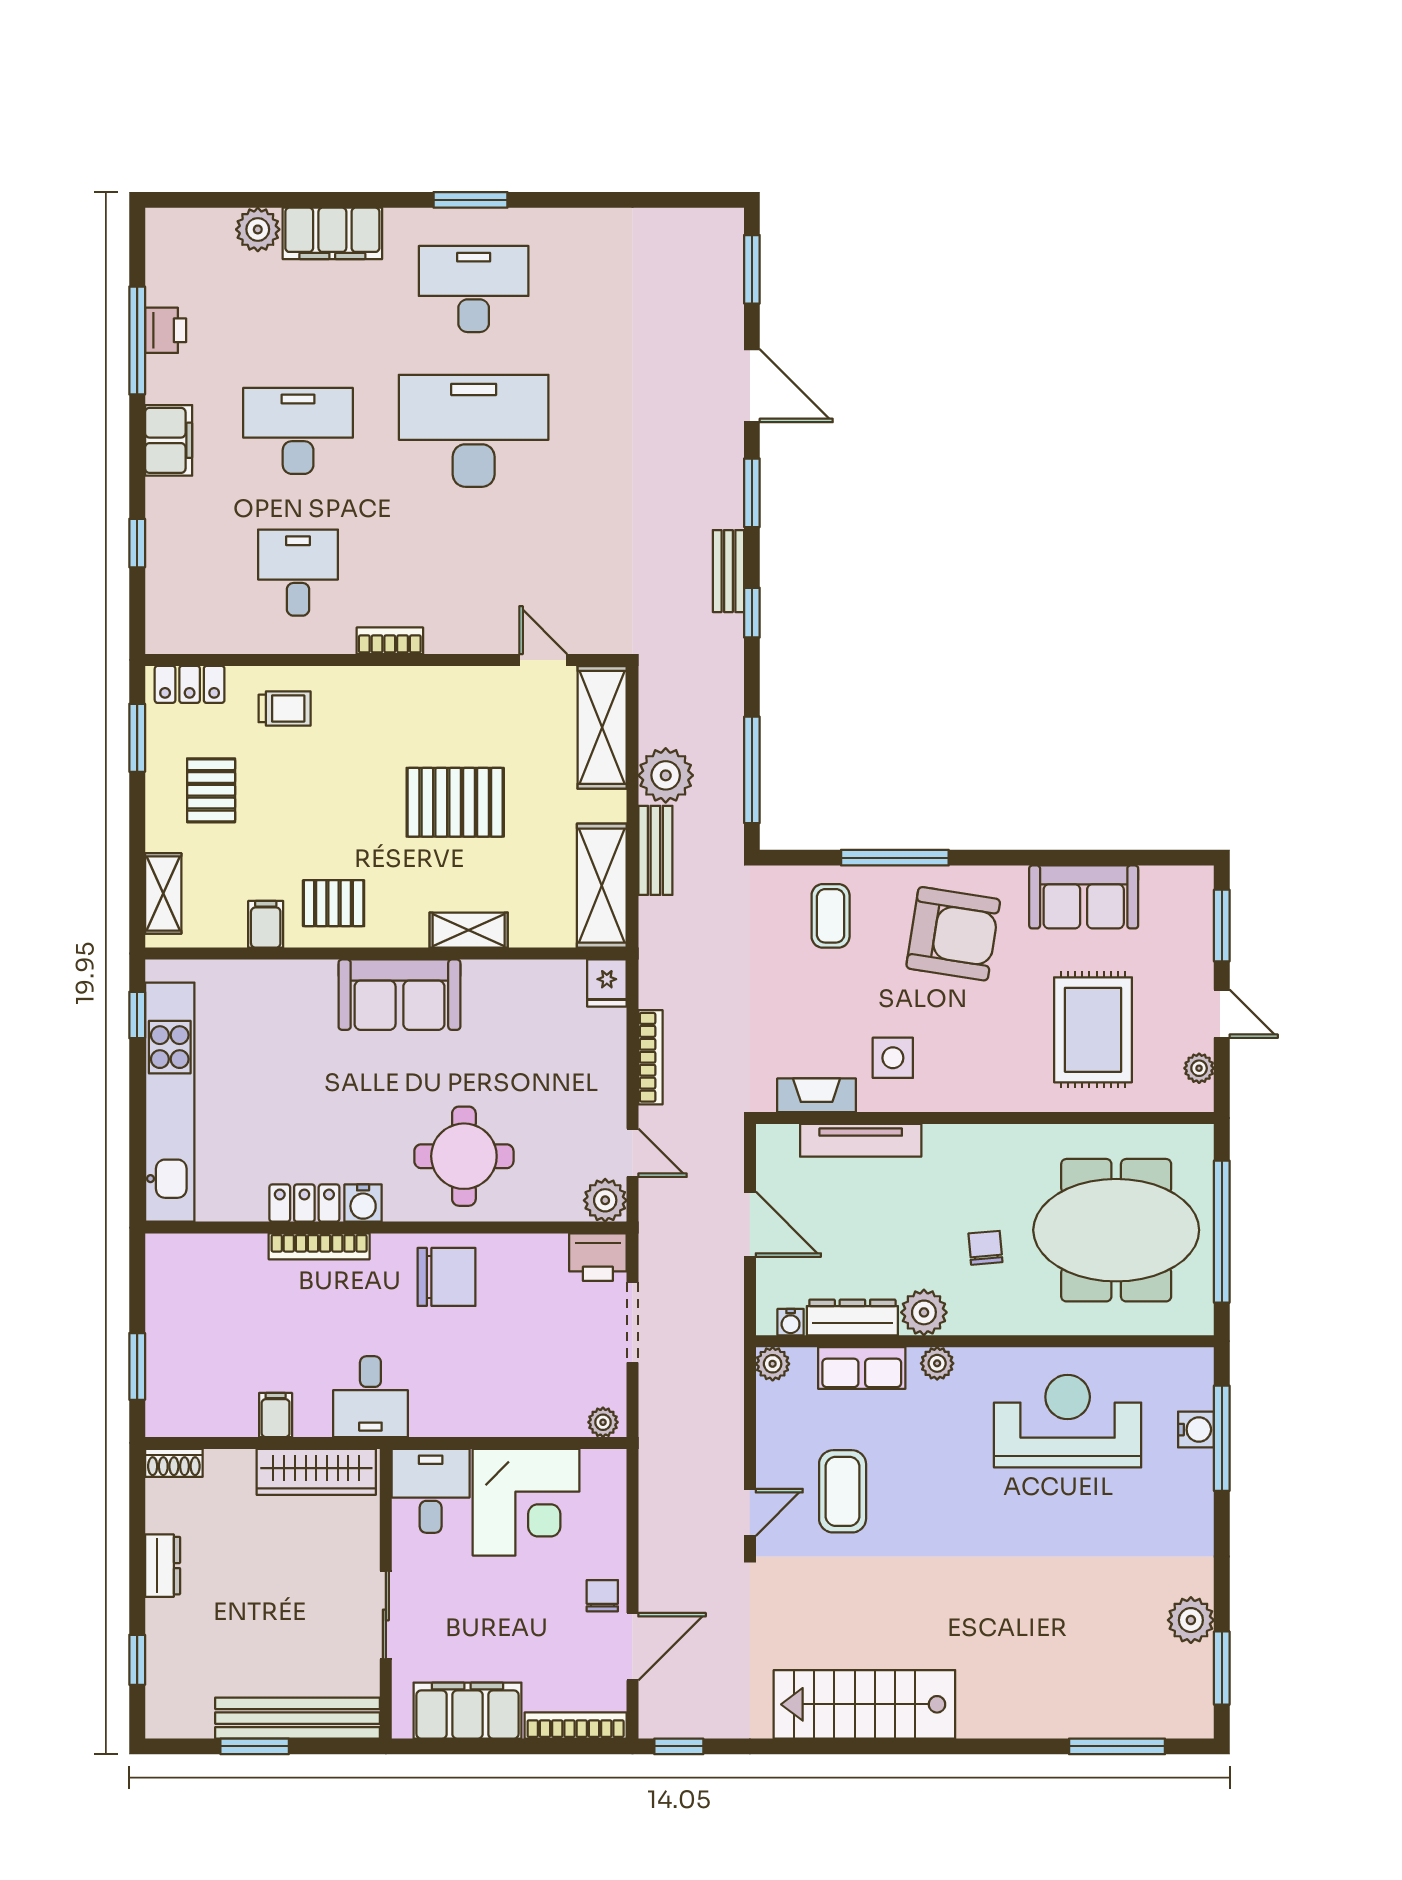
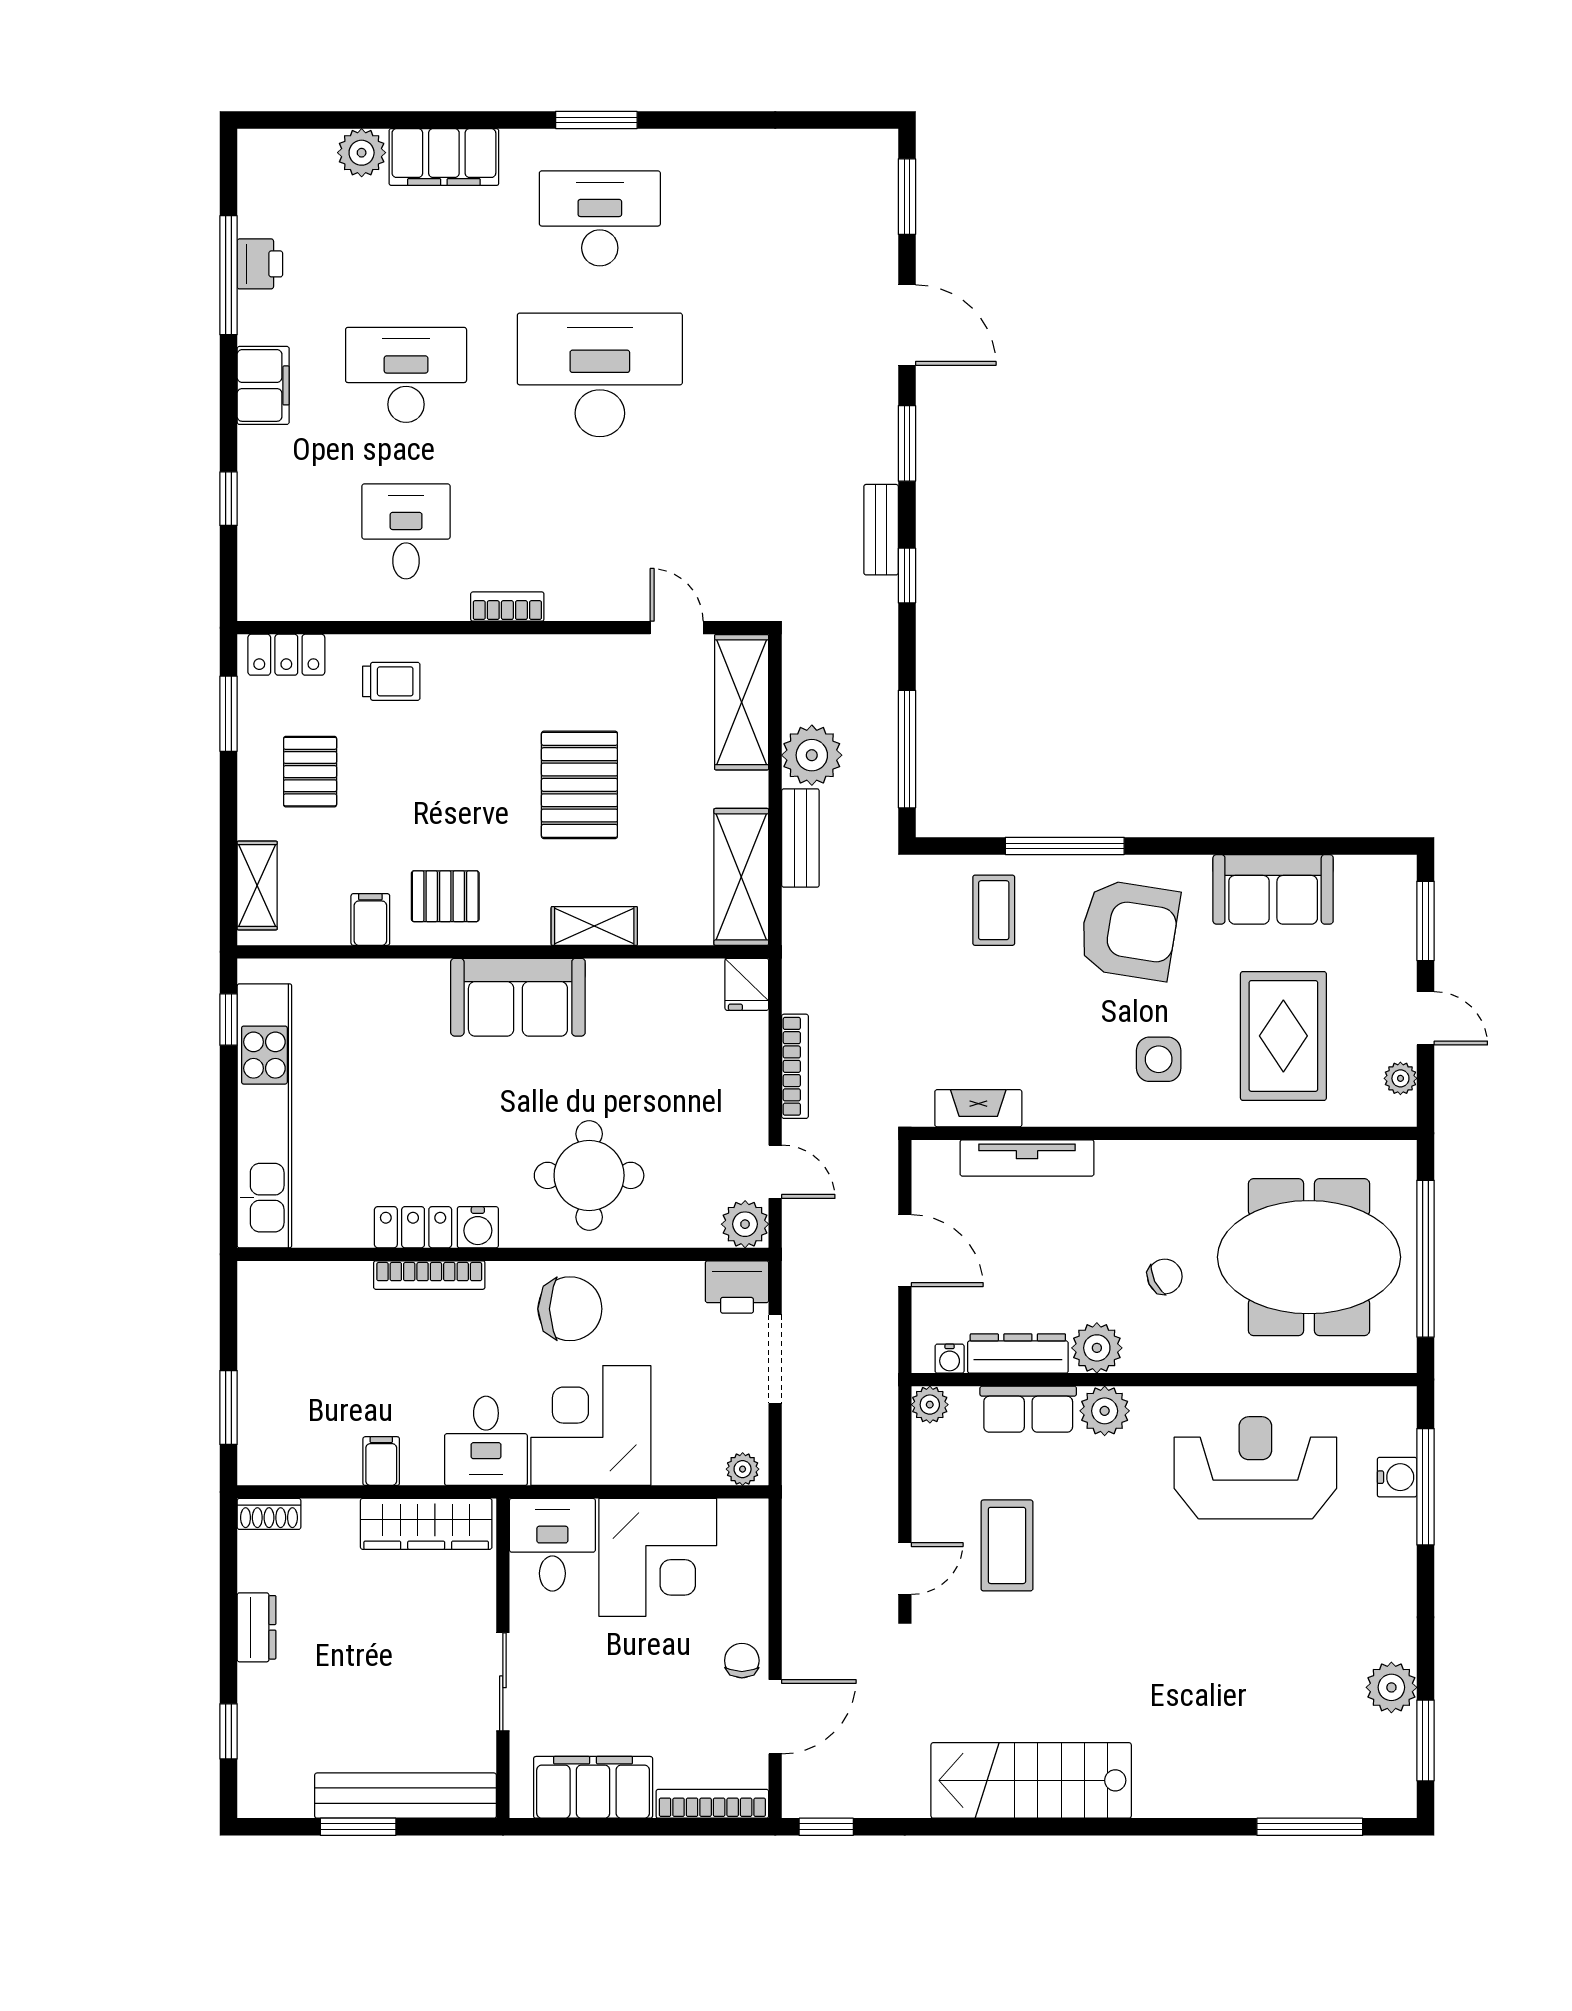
pallet: (455, 802) -> (579, 785), turned 90
side table: (893, 1058) -> (1159, 1059), moved
chair: (985, 1248) -> (1165, 1277), turned 69
plant: (937, 1363) -> (1105, 1411), width x1.38, depth x1.38
corner desk: (465, 1383) -> (591, 1425), added

